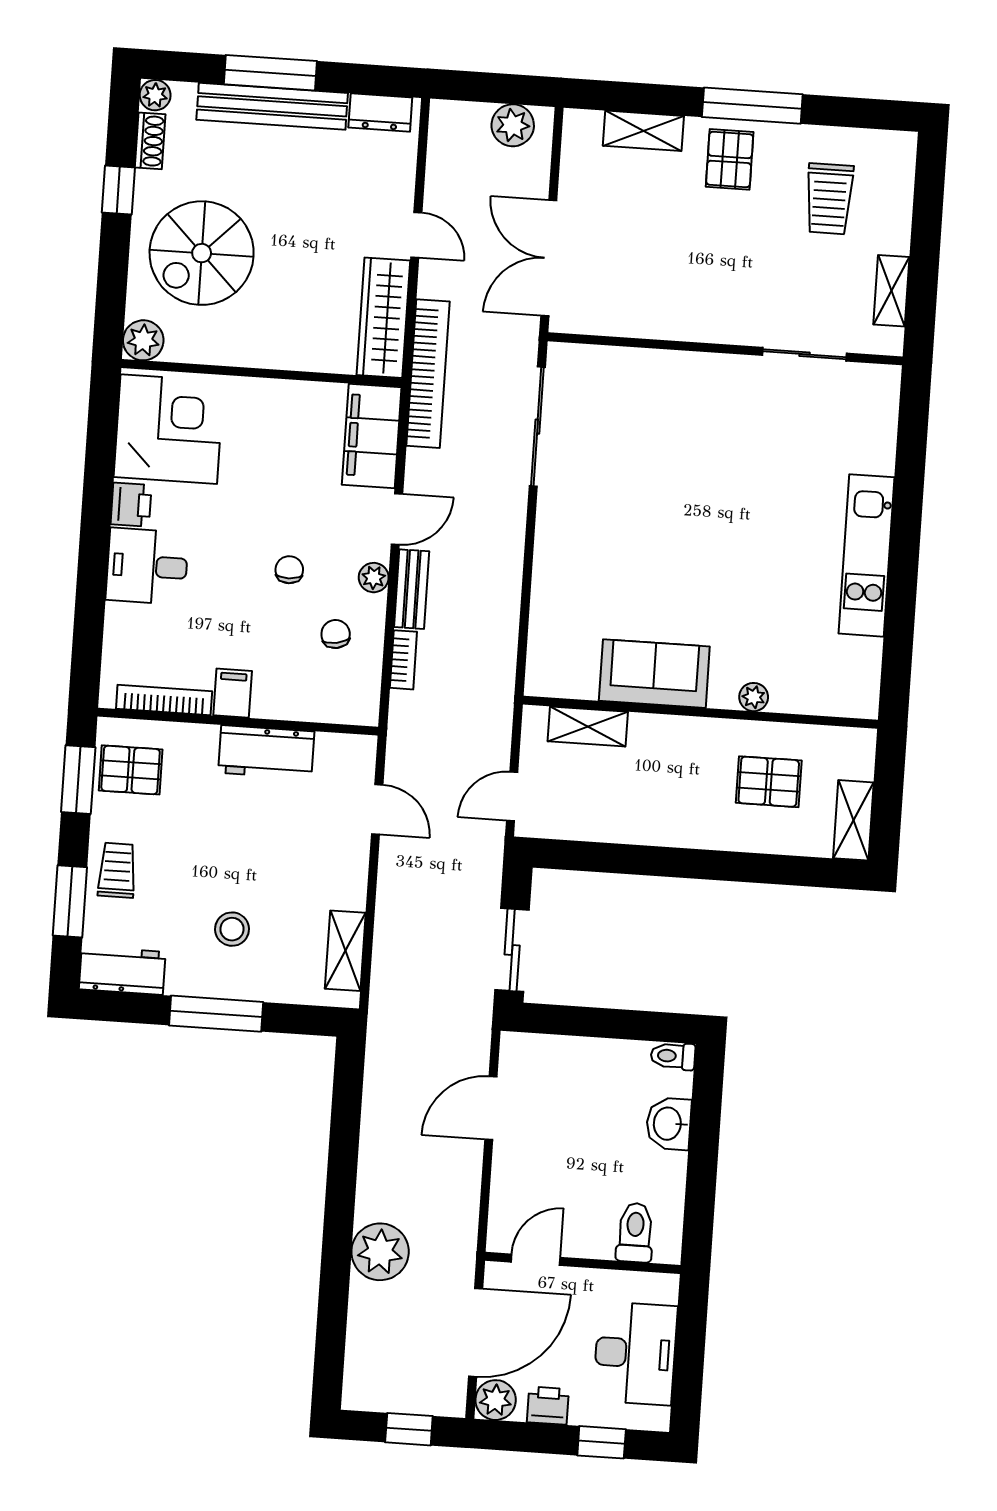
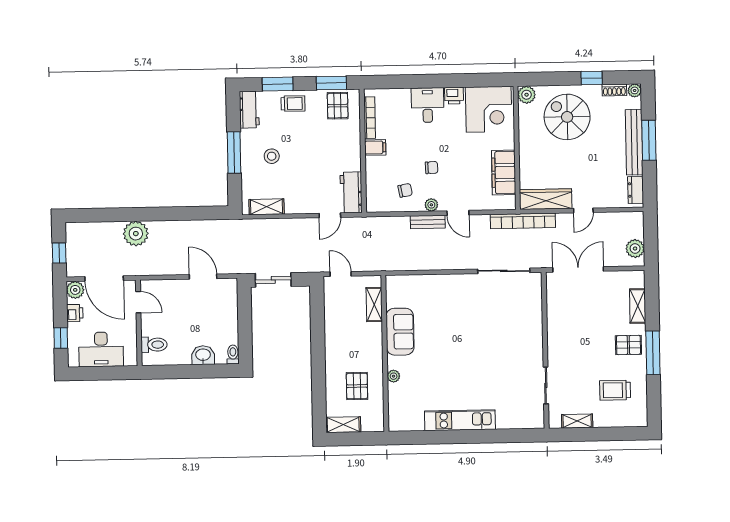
filing cabinet: (372, 436) -> (504, 172), moved, turned -90
bookcase: (403, 660) -> (396, 221), removed
workbench: (266, 752) -> (351, 192), moved

